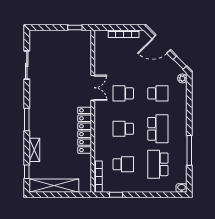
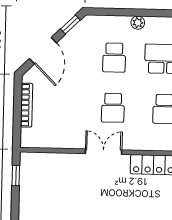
plant: (182, 78) -> (138, 23), moved
school desk: (158, 93) -> (114, 58), turned 180

